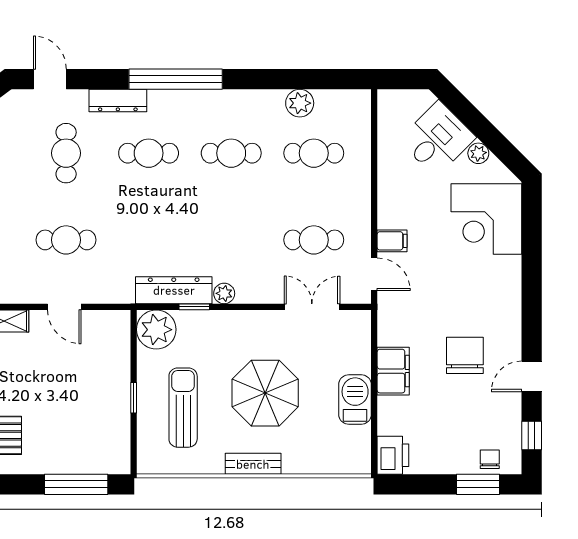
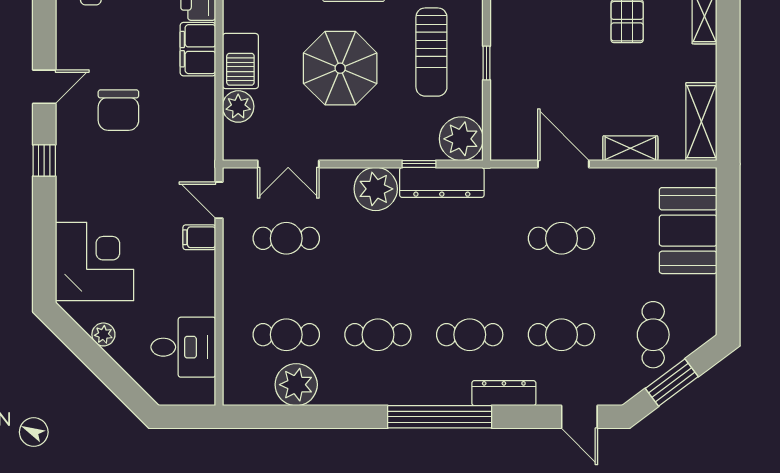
plant: (300, 103) -> (296, 385), width x1.36, depth x1.36
desk: (437, 139) -> (183, 347), moved, turned -135
cafe table: (66, 153) -> (561, 335), turned 90
plant: (224, 293) -> (376, 189), width x1.88, depth x1.88
door: (64, 307) -> (563, 164), width x1.37
plant: (357, 359) -> (238, 106), added
filing cabinet: (393, 371) -> (198, 49), moved
window: (532, 435) -> (44, 161), moved

